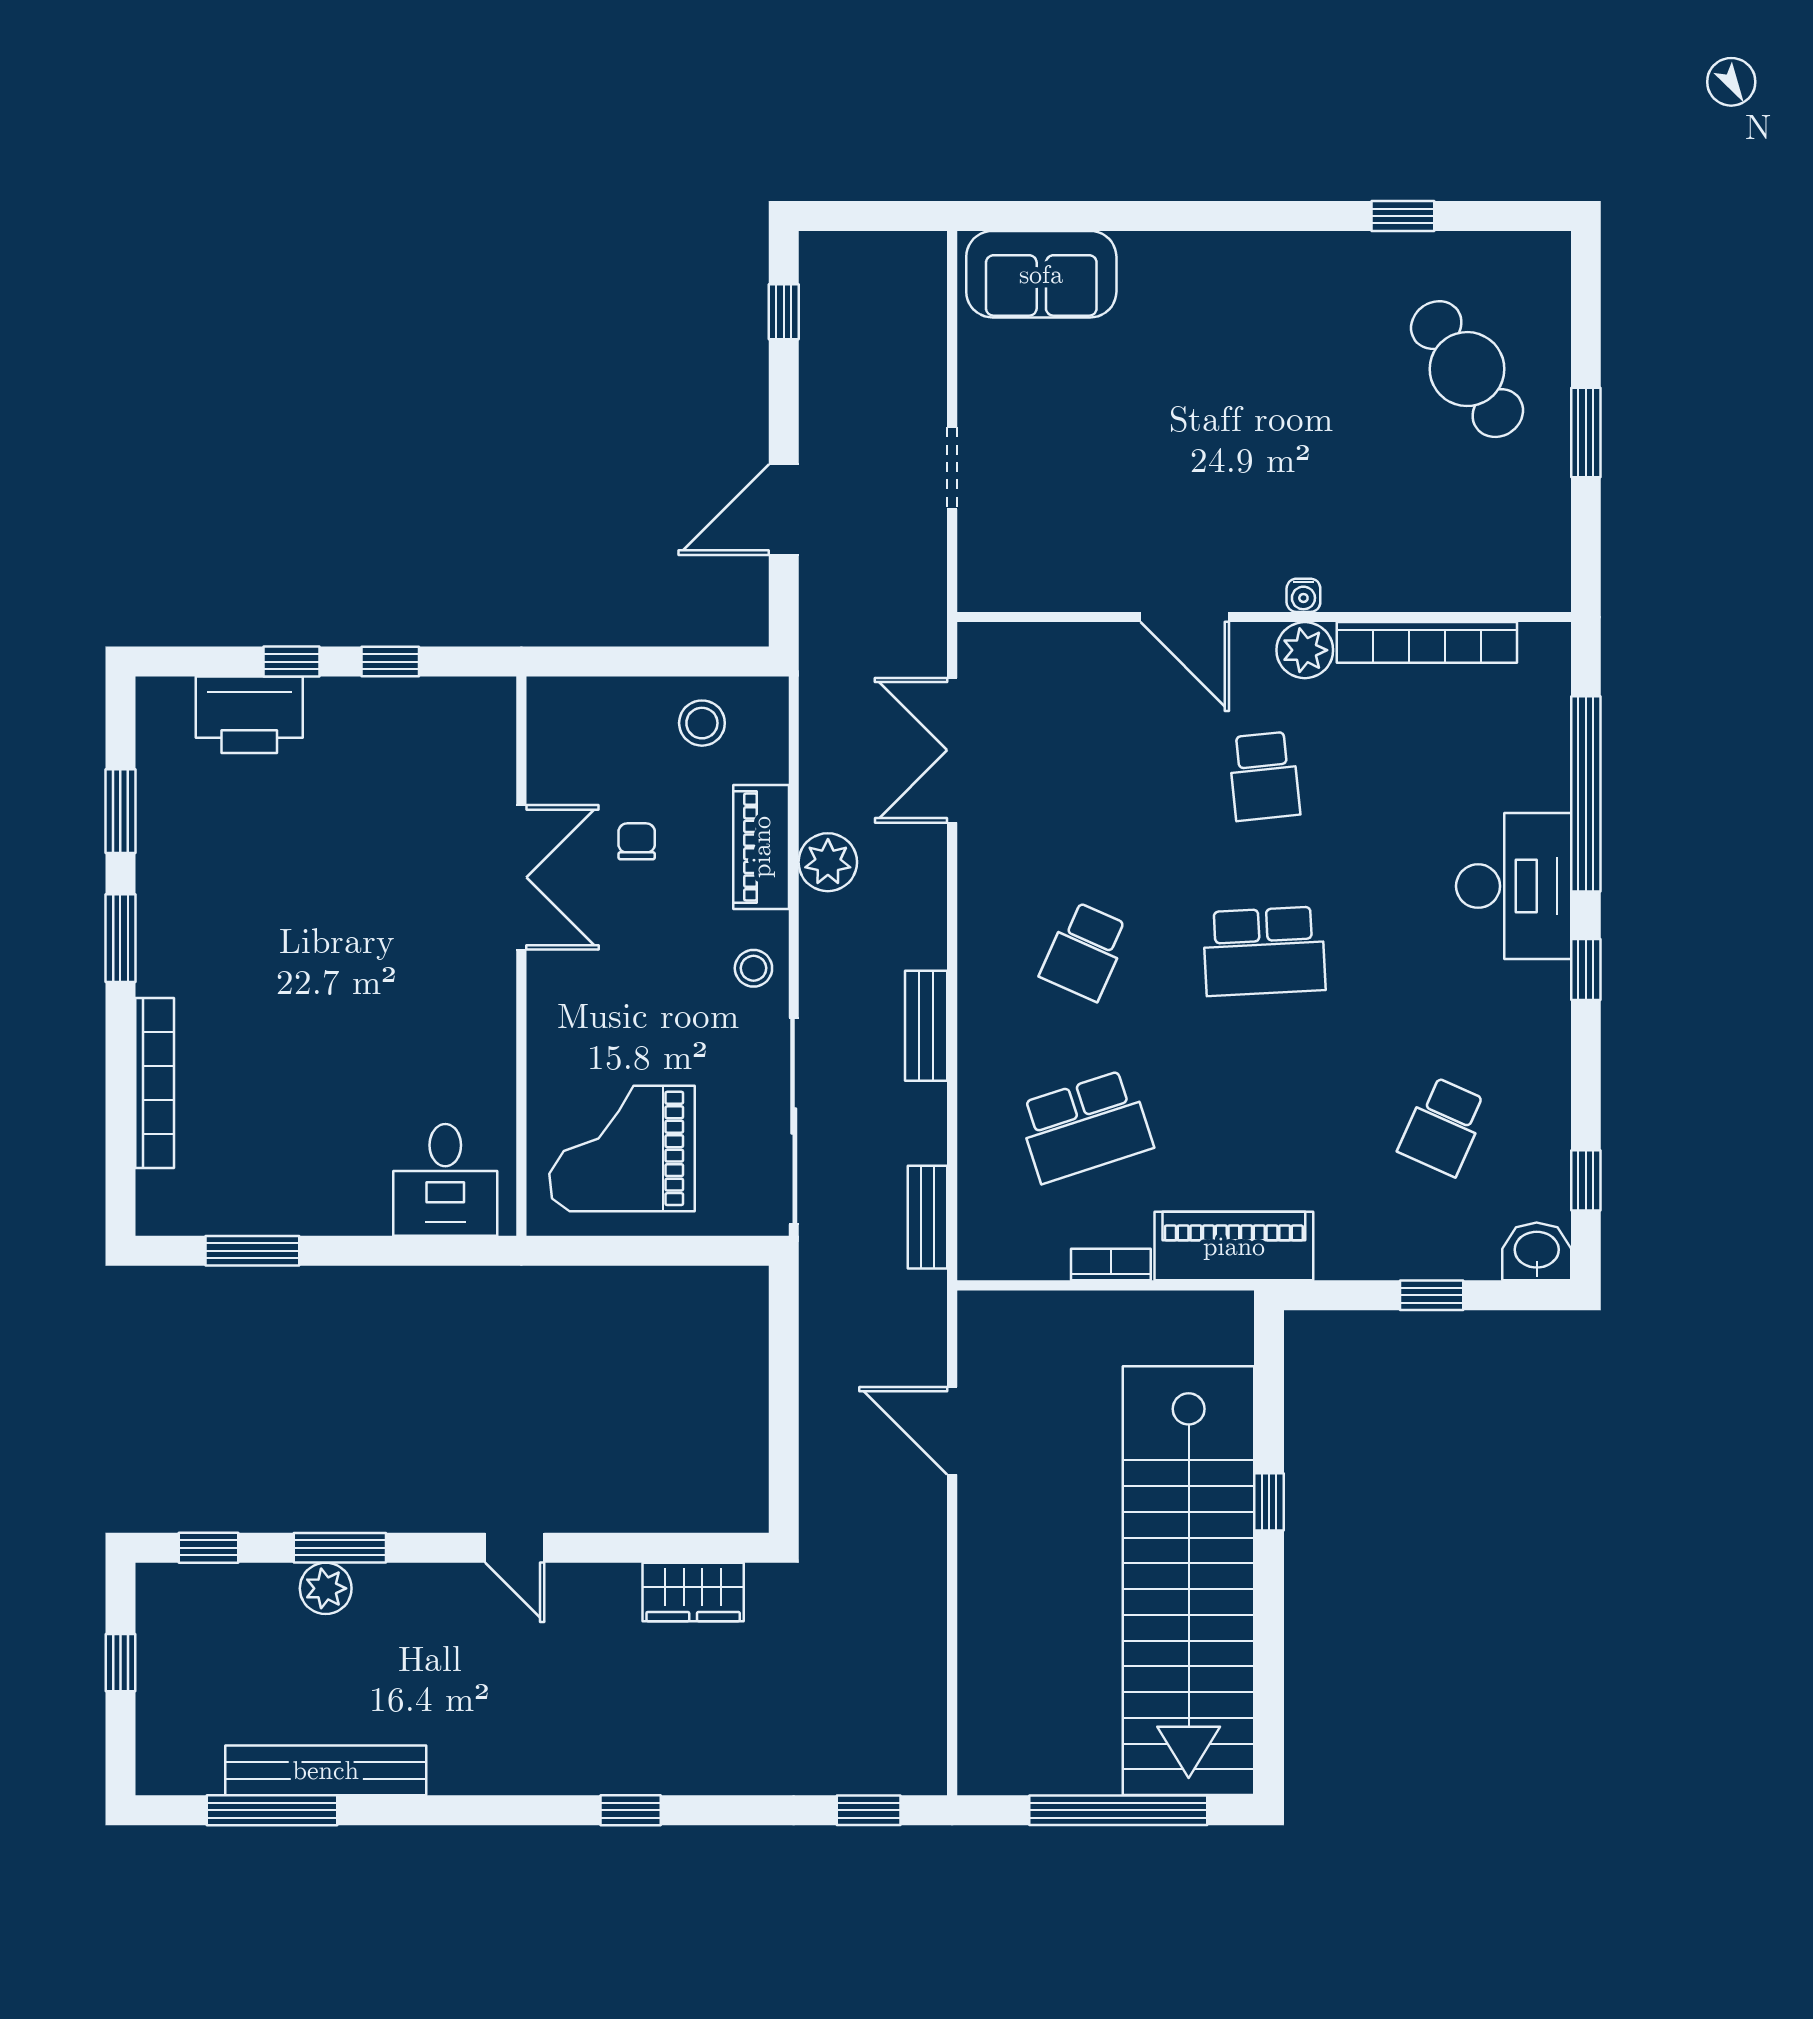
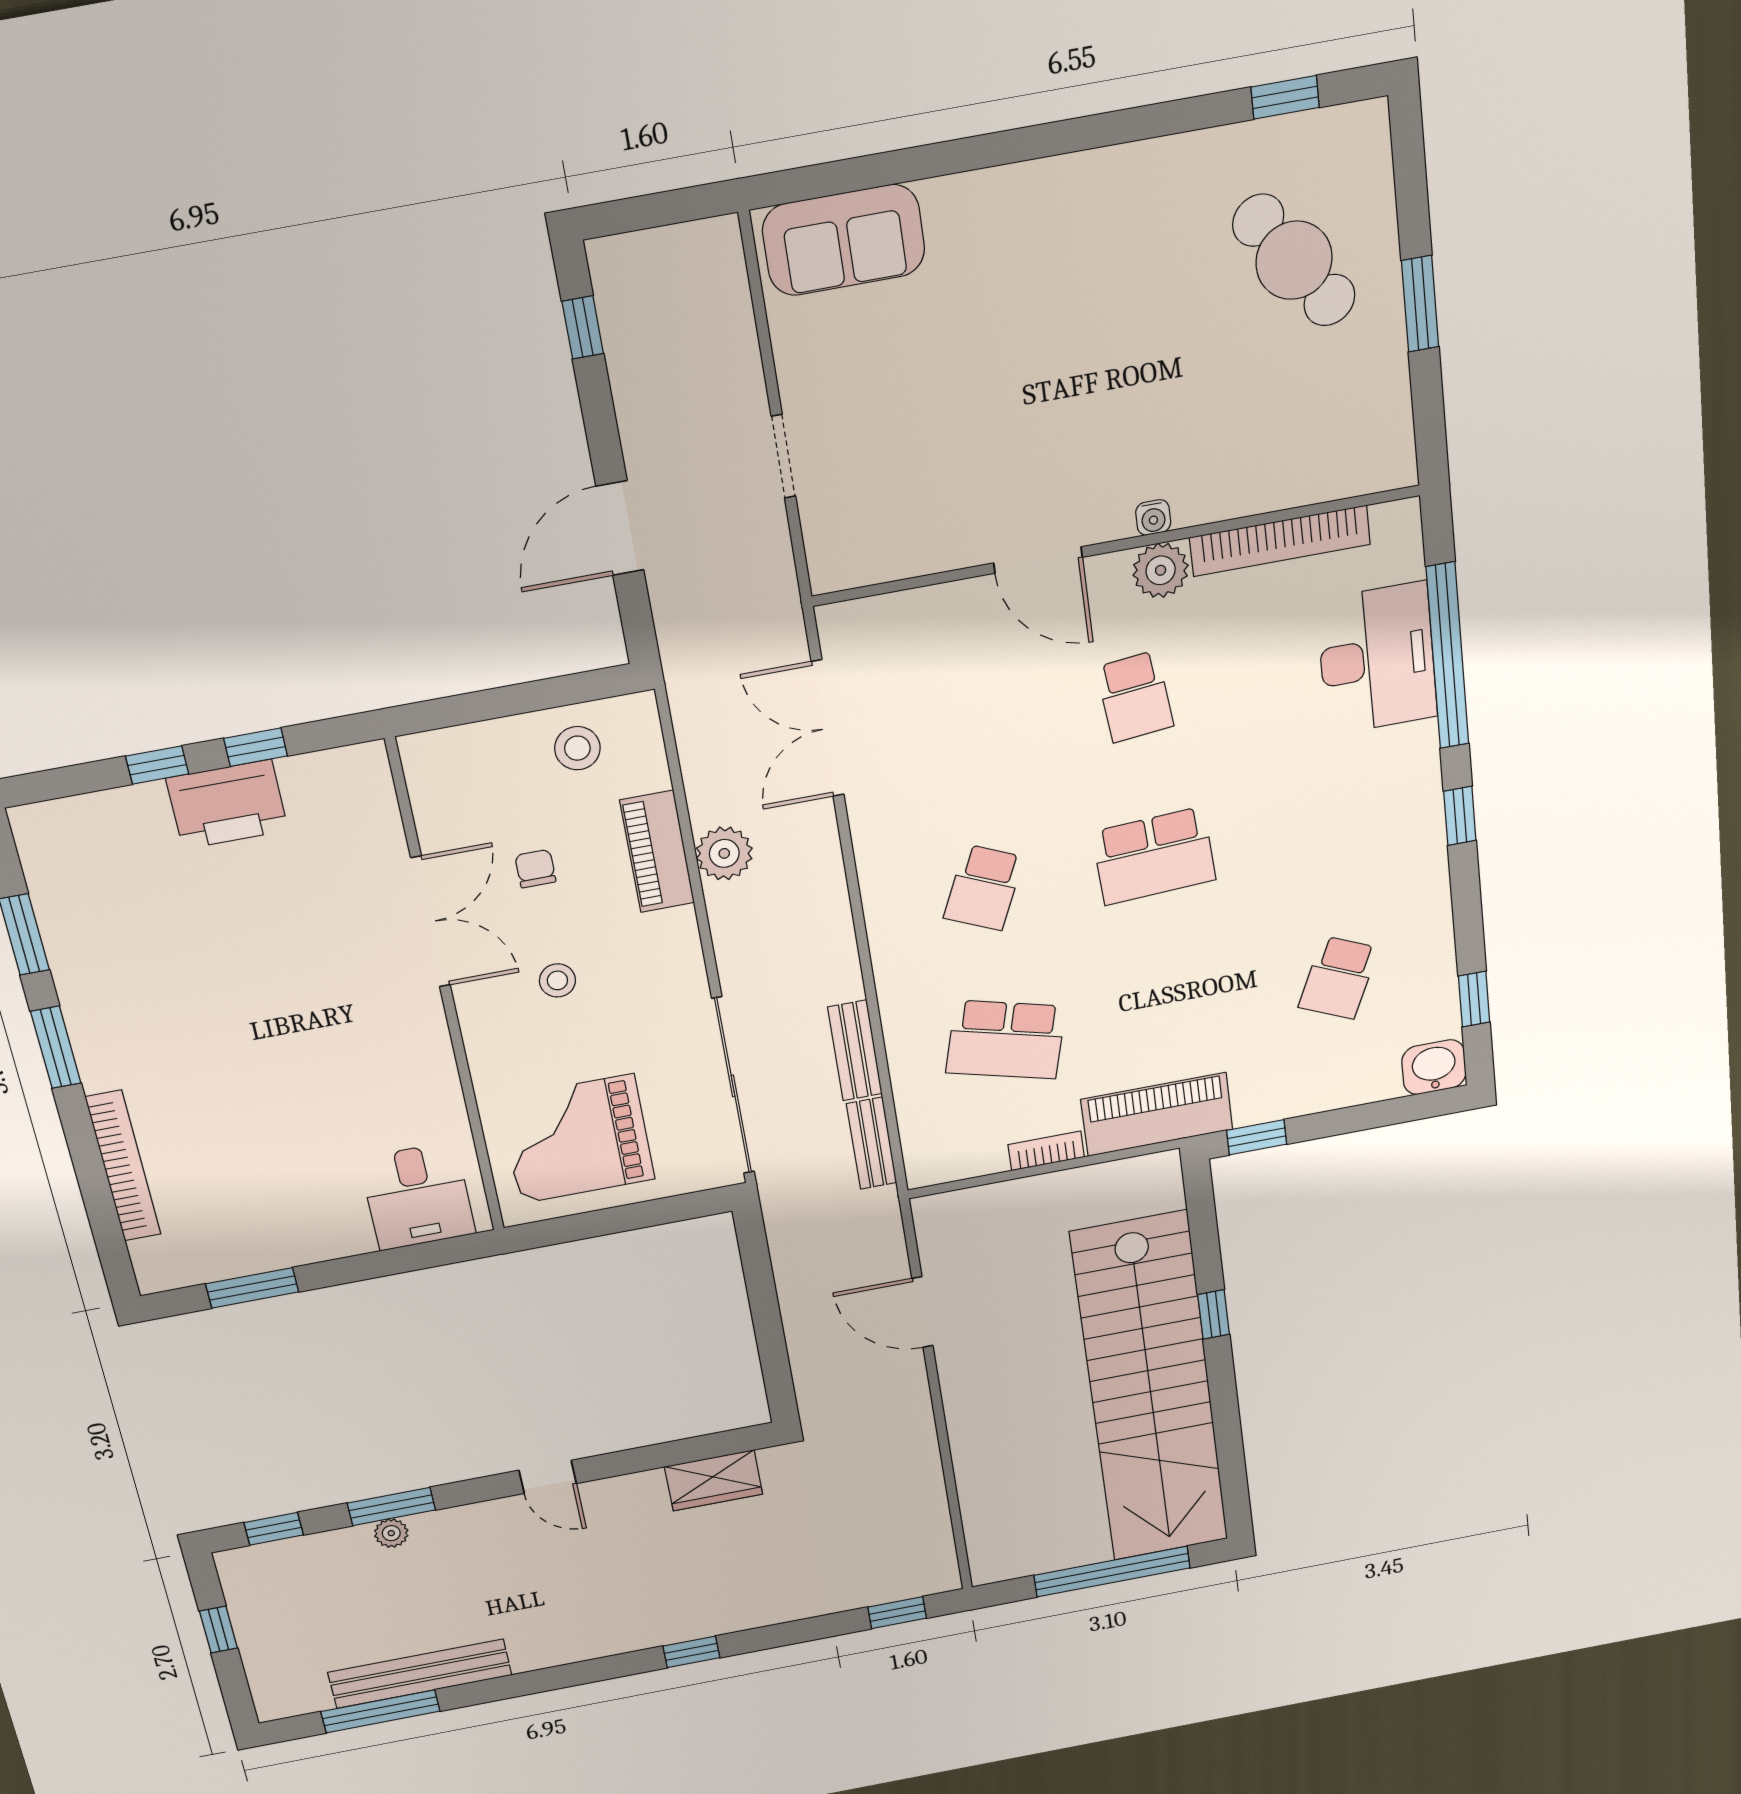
window: (1403, 216) -> (1285, 97), moved
printer: (249, 715) -> (227, 804), moved
desk: (1514, 886) -> (1377, 659), moved
stool: (753, 968) -> (557, 980), moved
bench: (926, 1026) -> (855, 1051), moved
school desk: (1085, 1126) -> (1006, 1040), turned 33
window: (1432, 1295) -> (1257, 1137), moved
plant: (326, 1588) -> (391, 1533), width x0.73, depth x0.73

